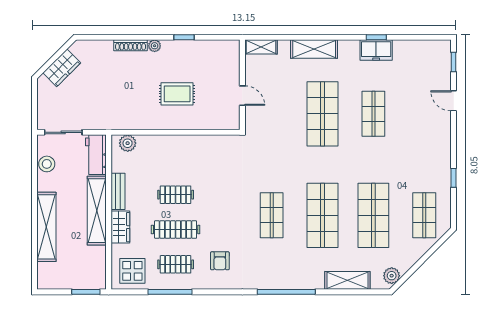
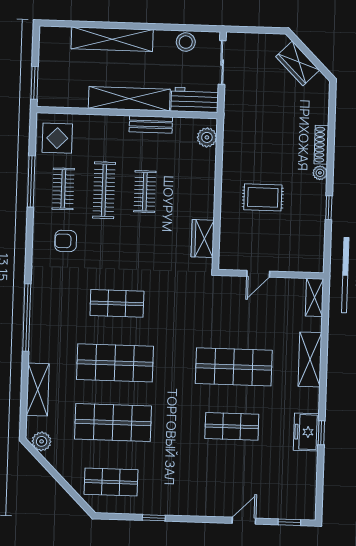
rug: (177, 94) -> (263, 197), turned 90
wardrobe: (120, 227) -> (203, 238), moved, turned 90

